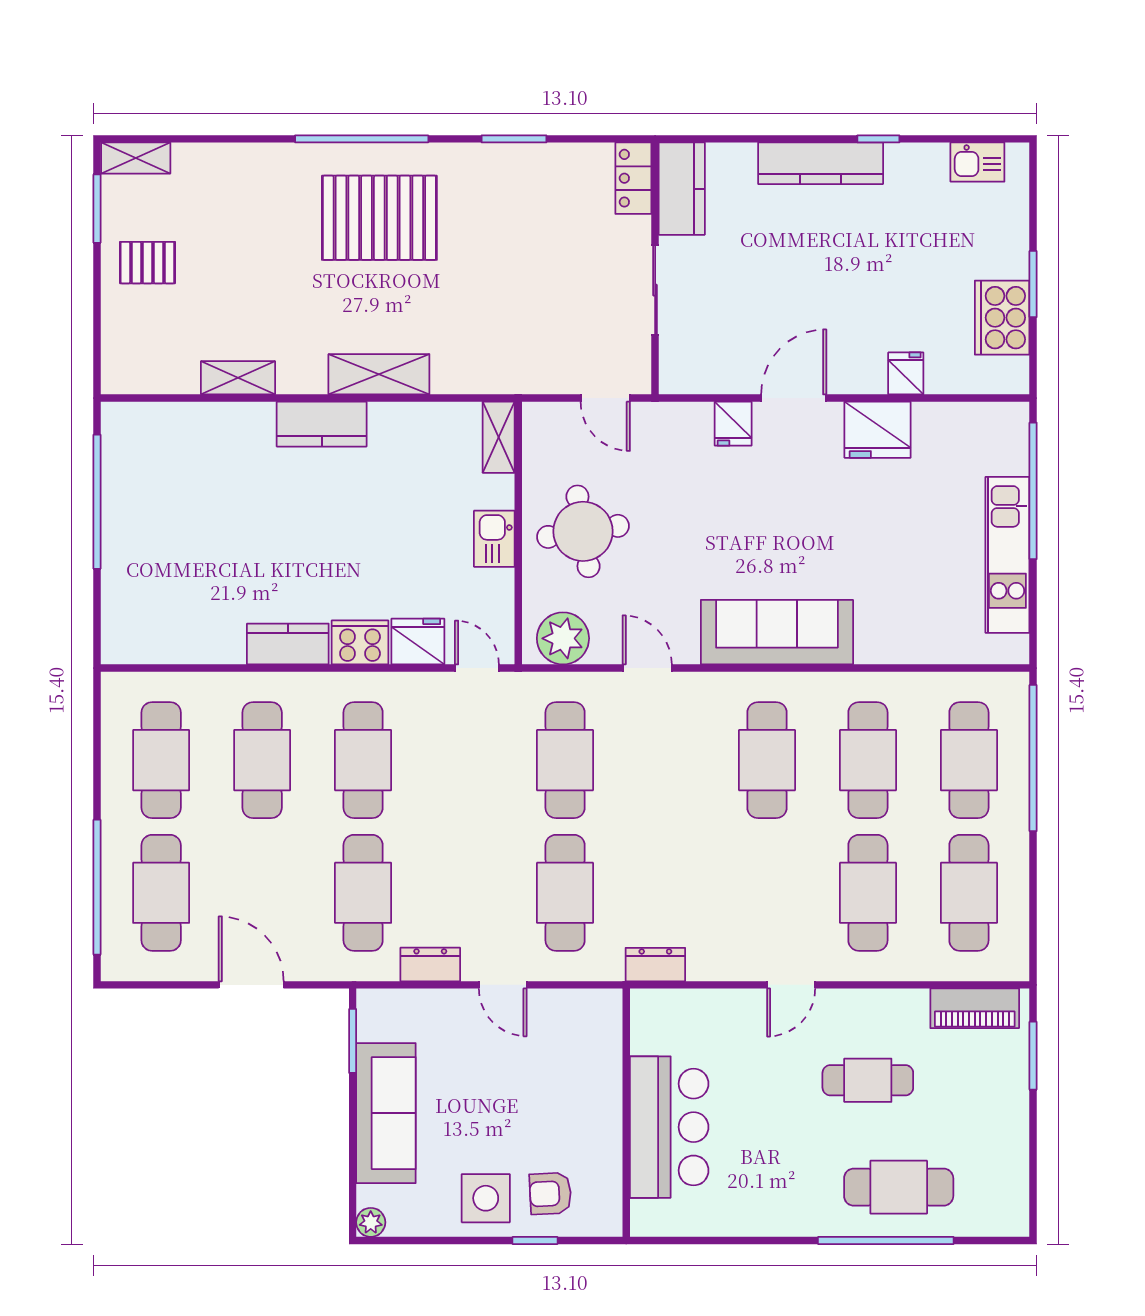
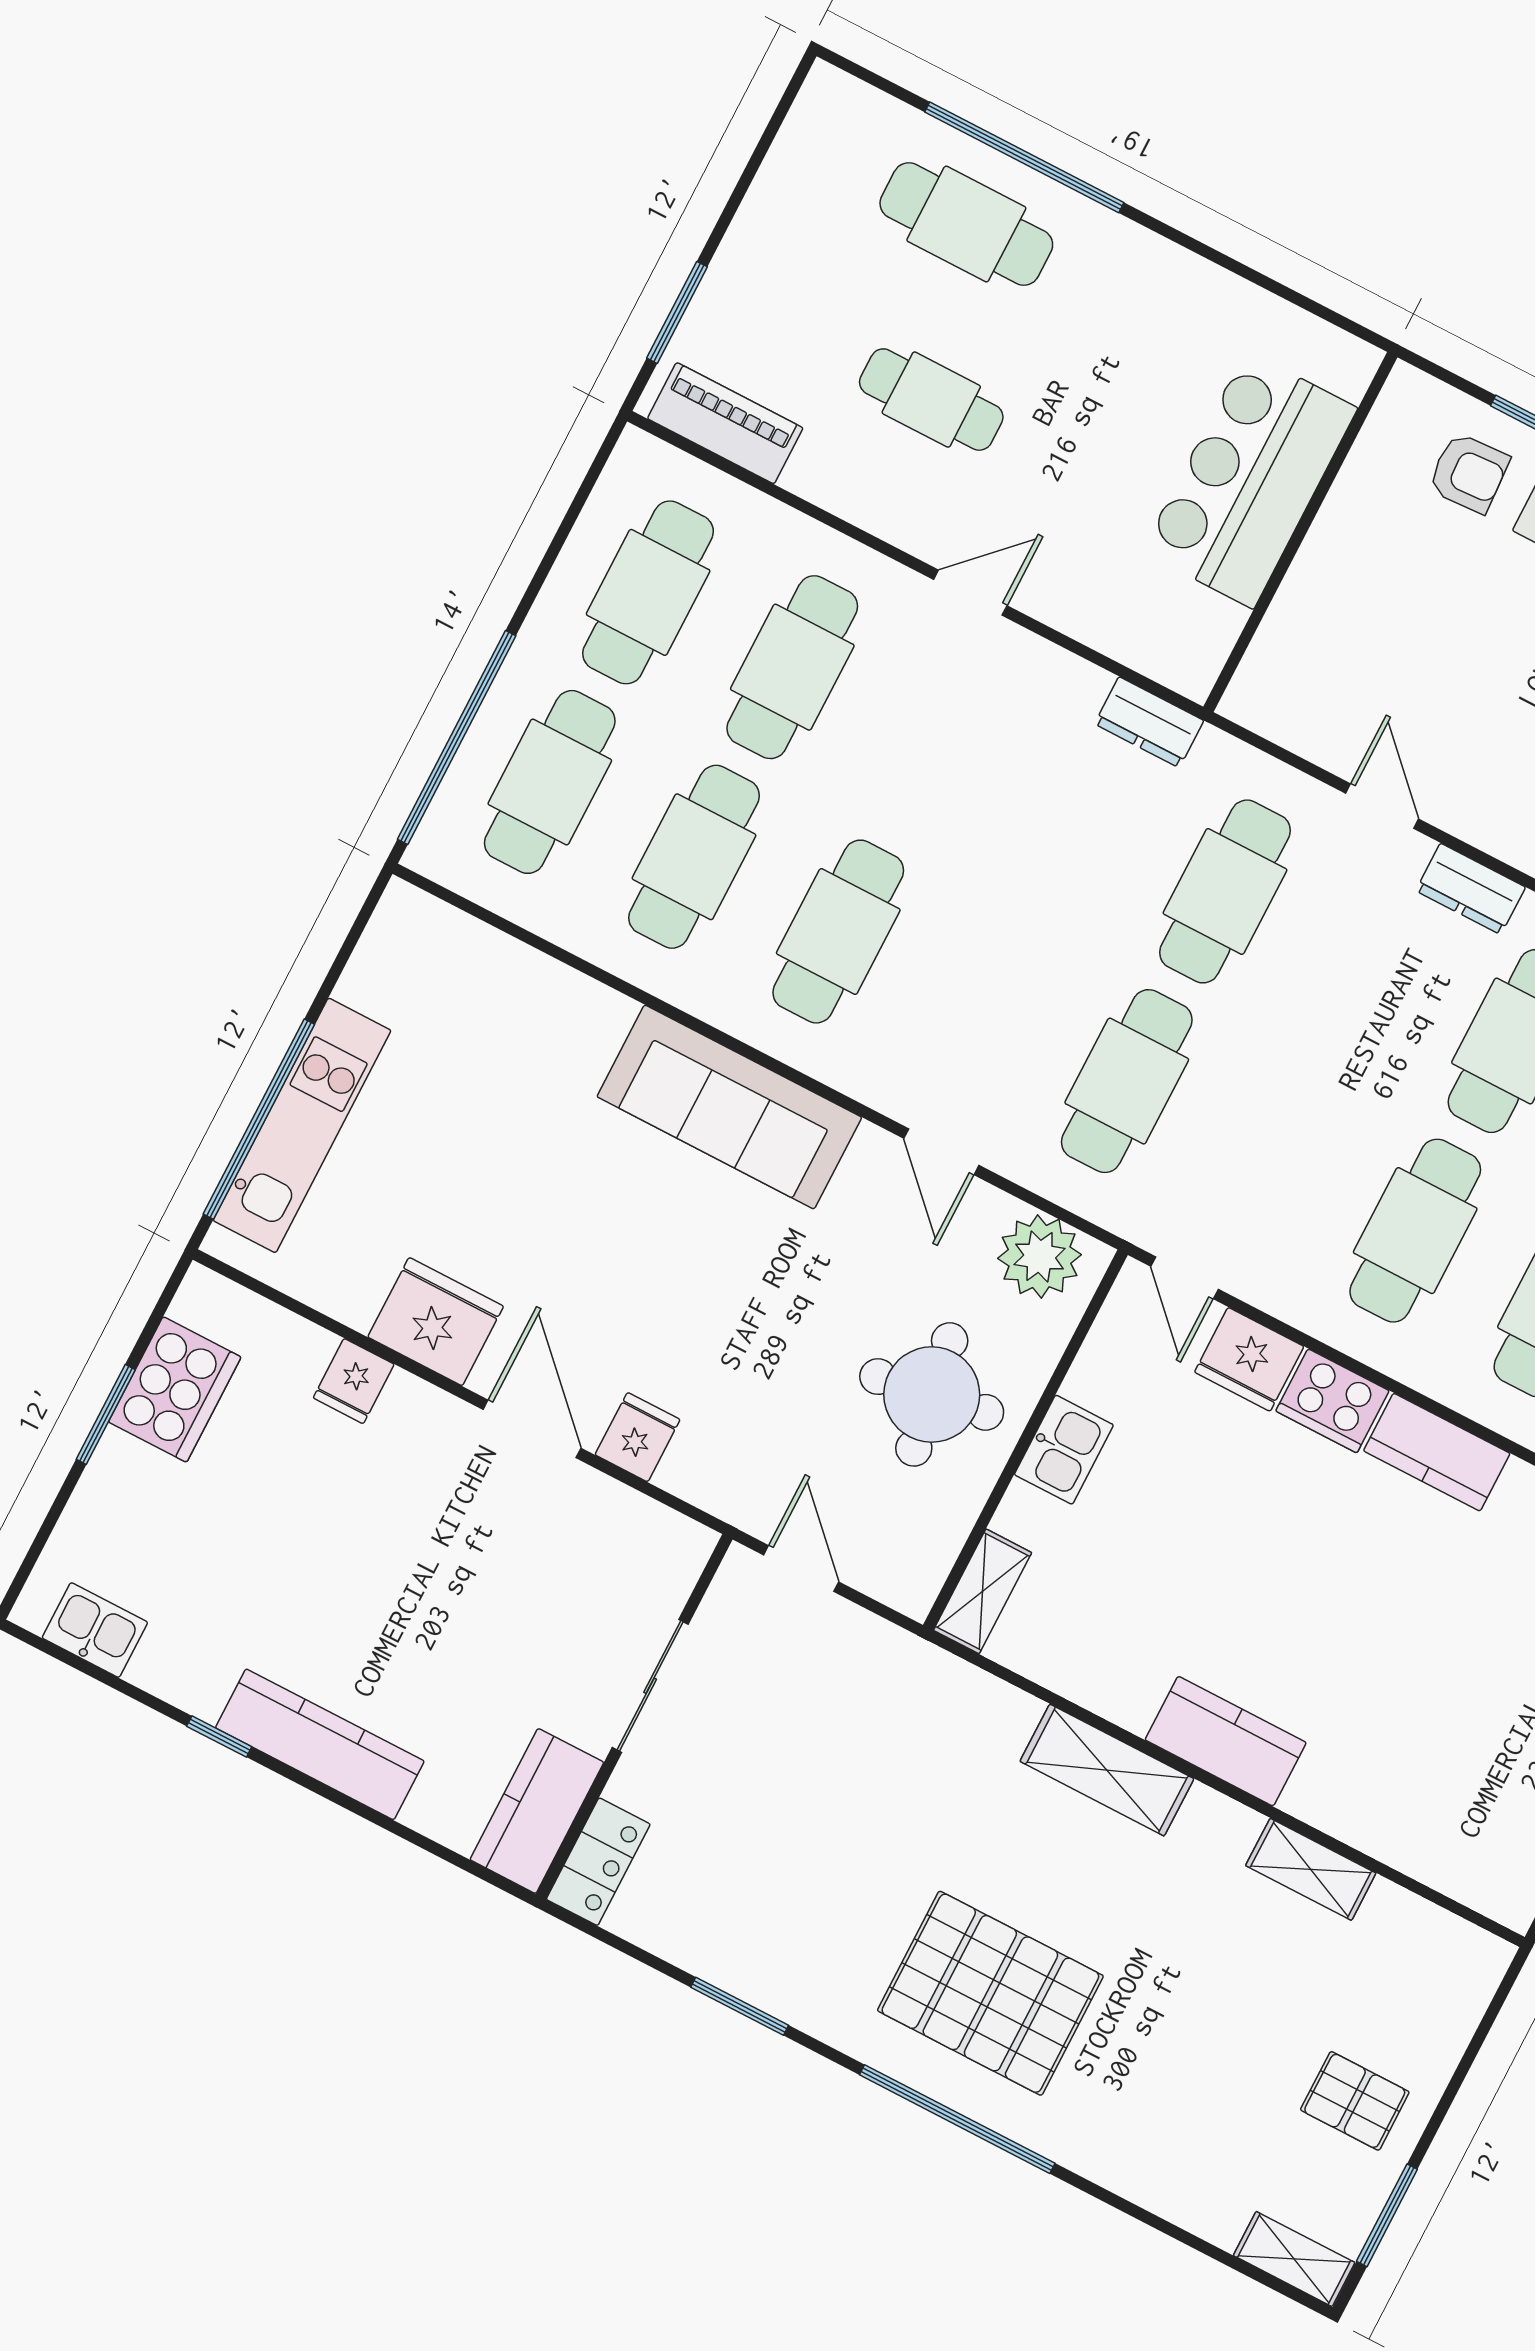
door: (794, 398) -> (532, 1429), swing flipped
kitchen unit: (1007, 555) -> (302, 1125), moved

